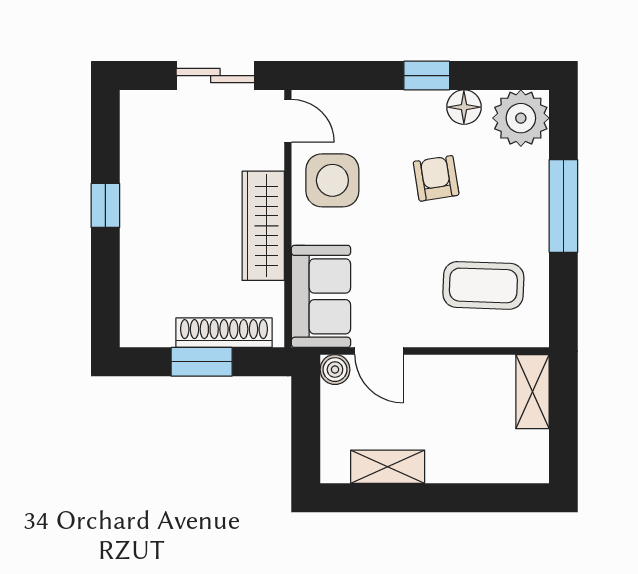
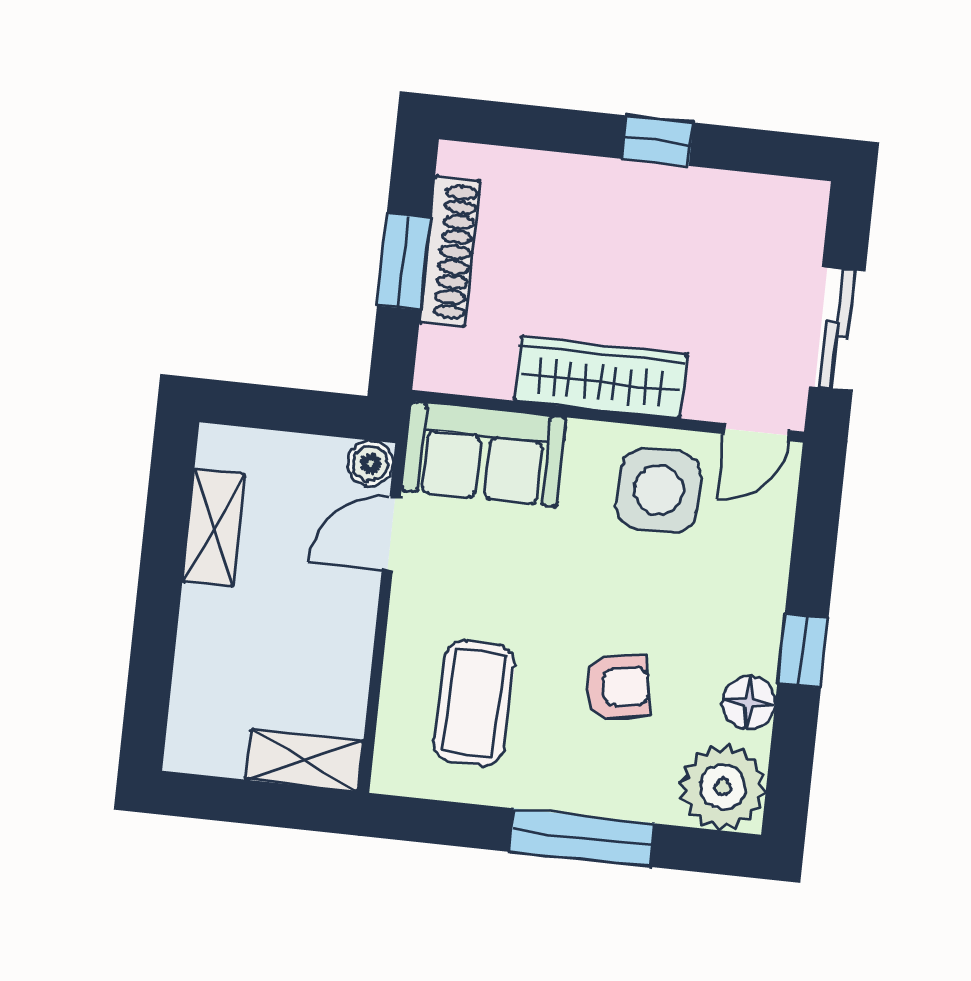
armchair: (436, 178) -> (617, 687), moved
shoe rack: (224, 333) -> (450, 251), moved

